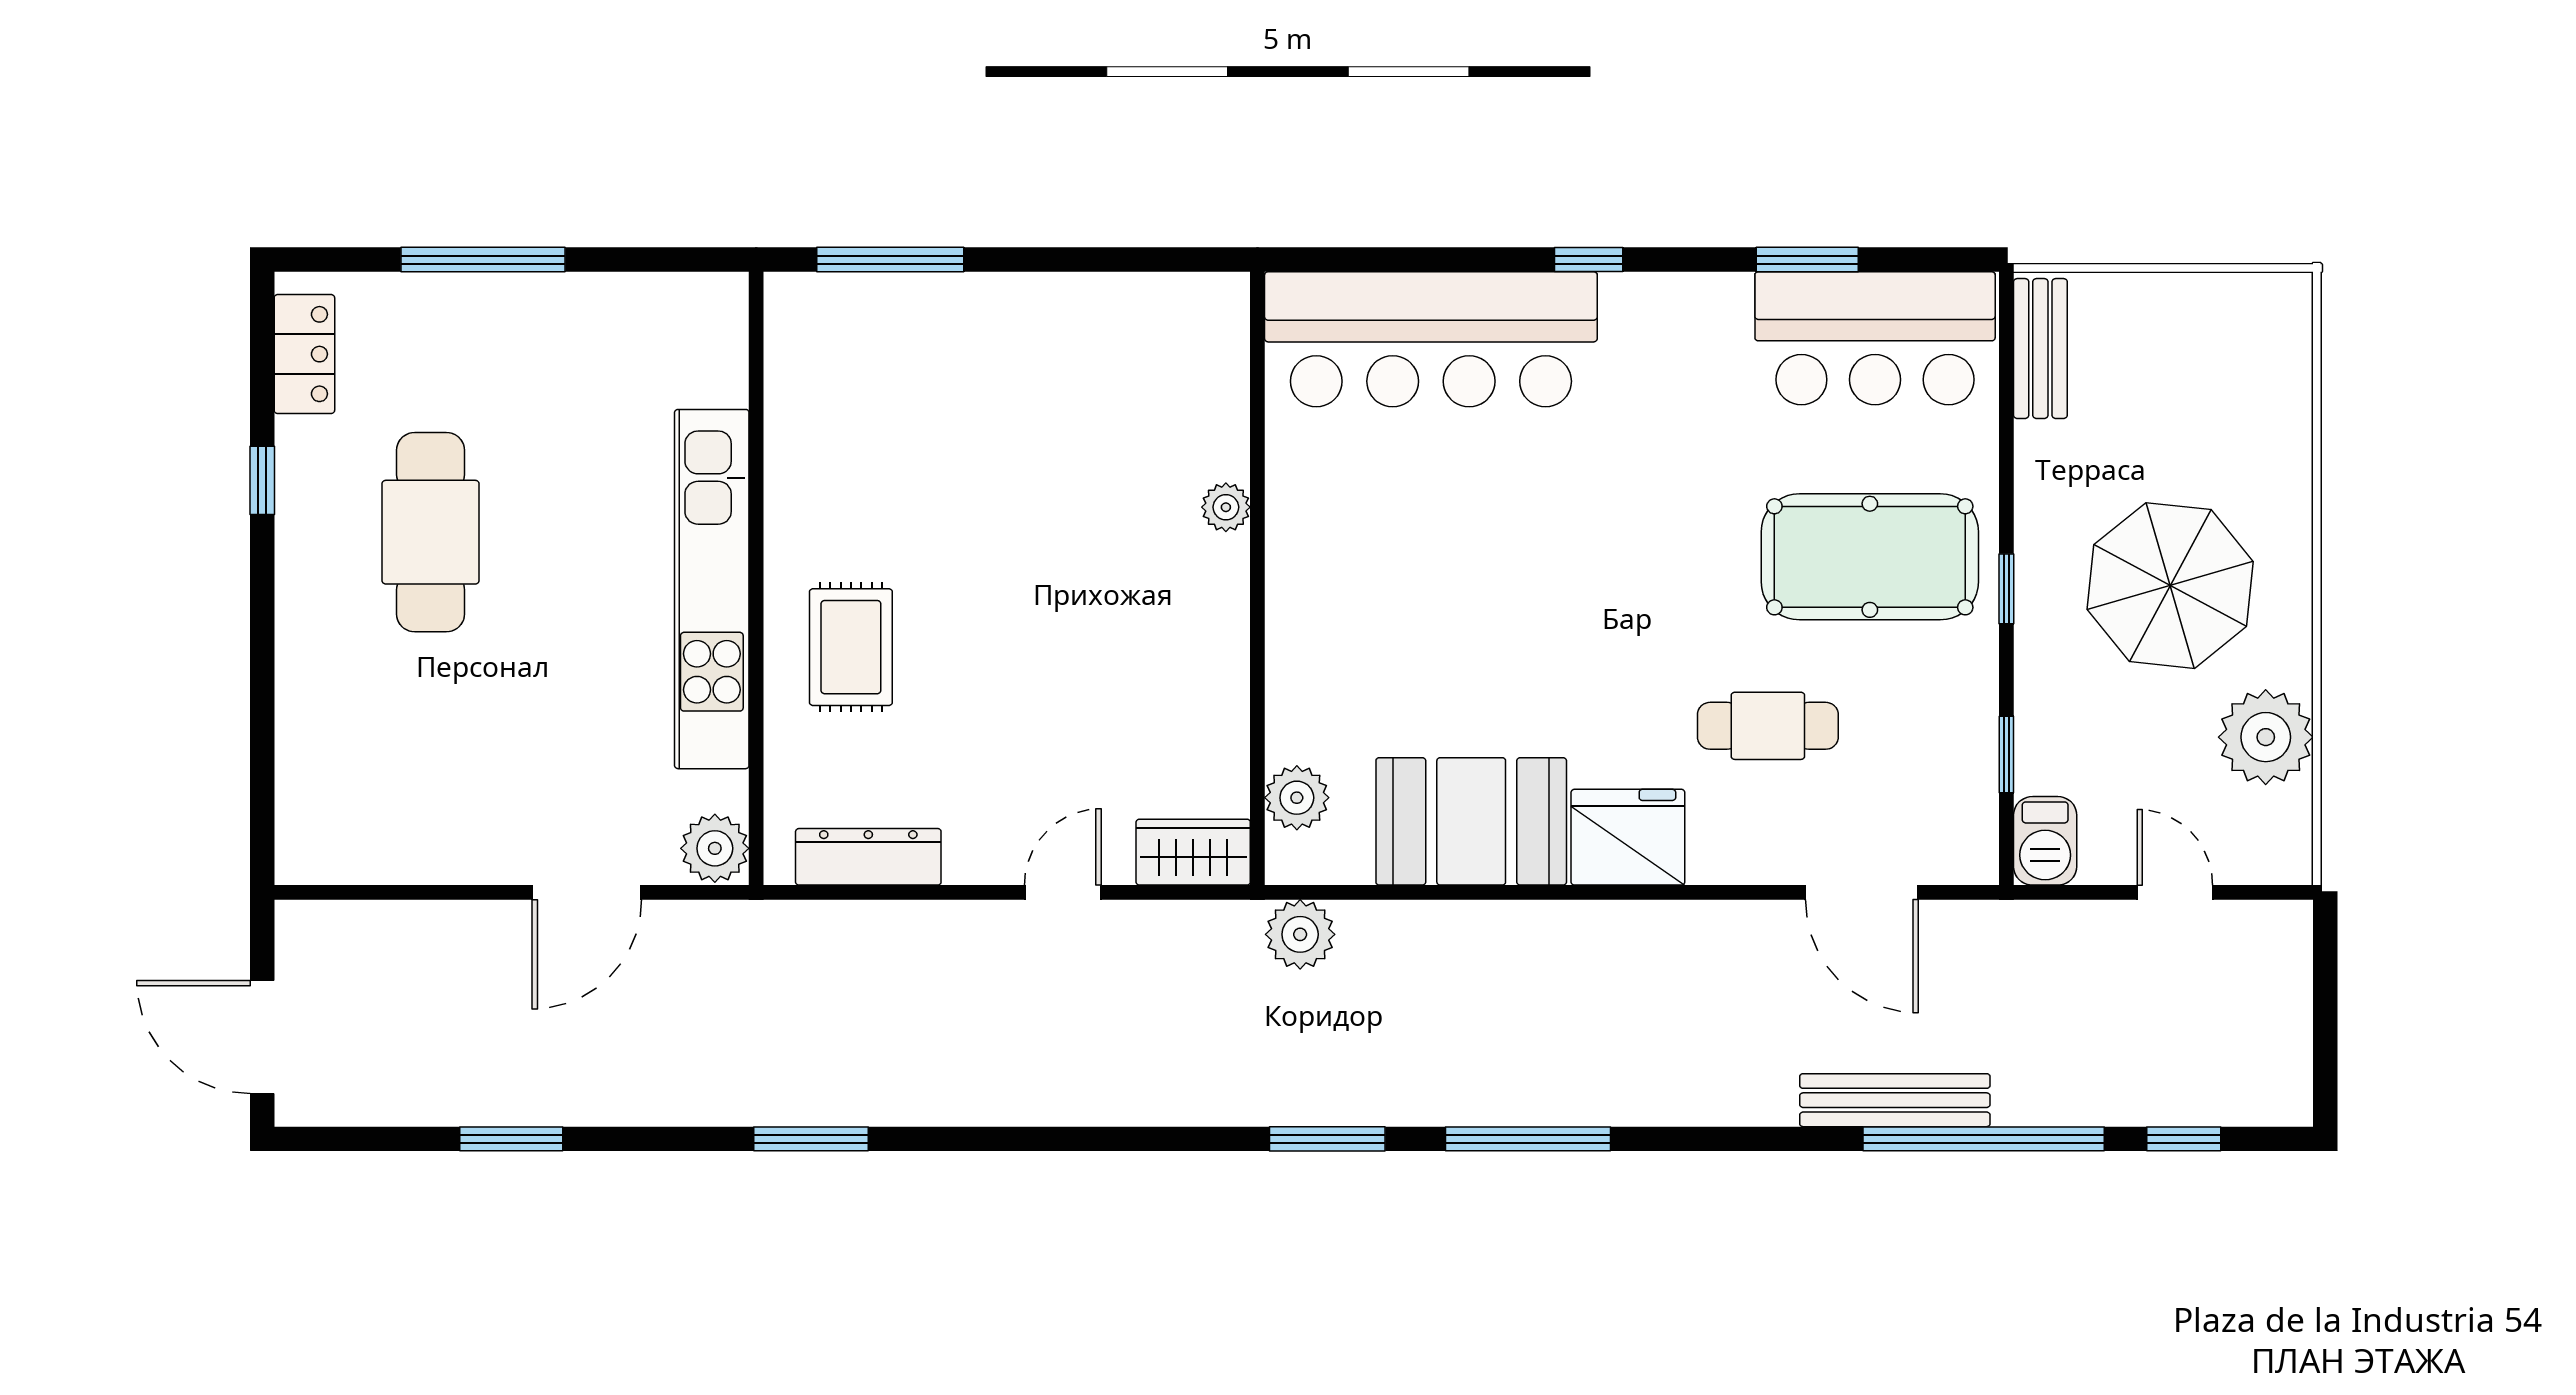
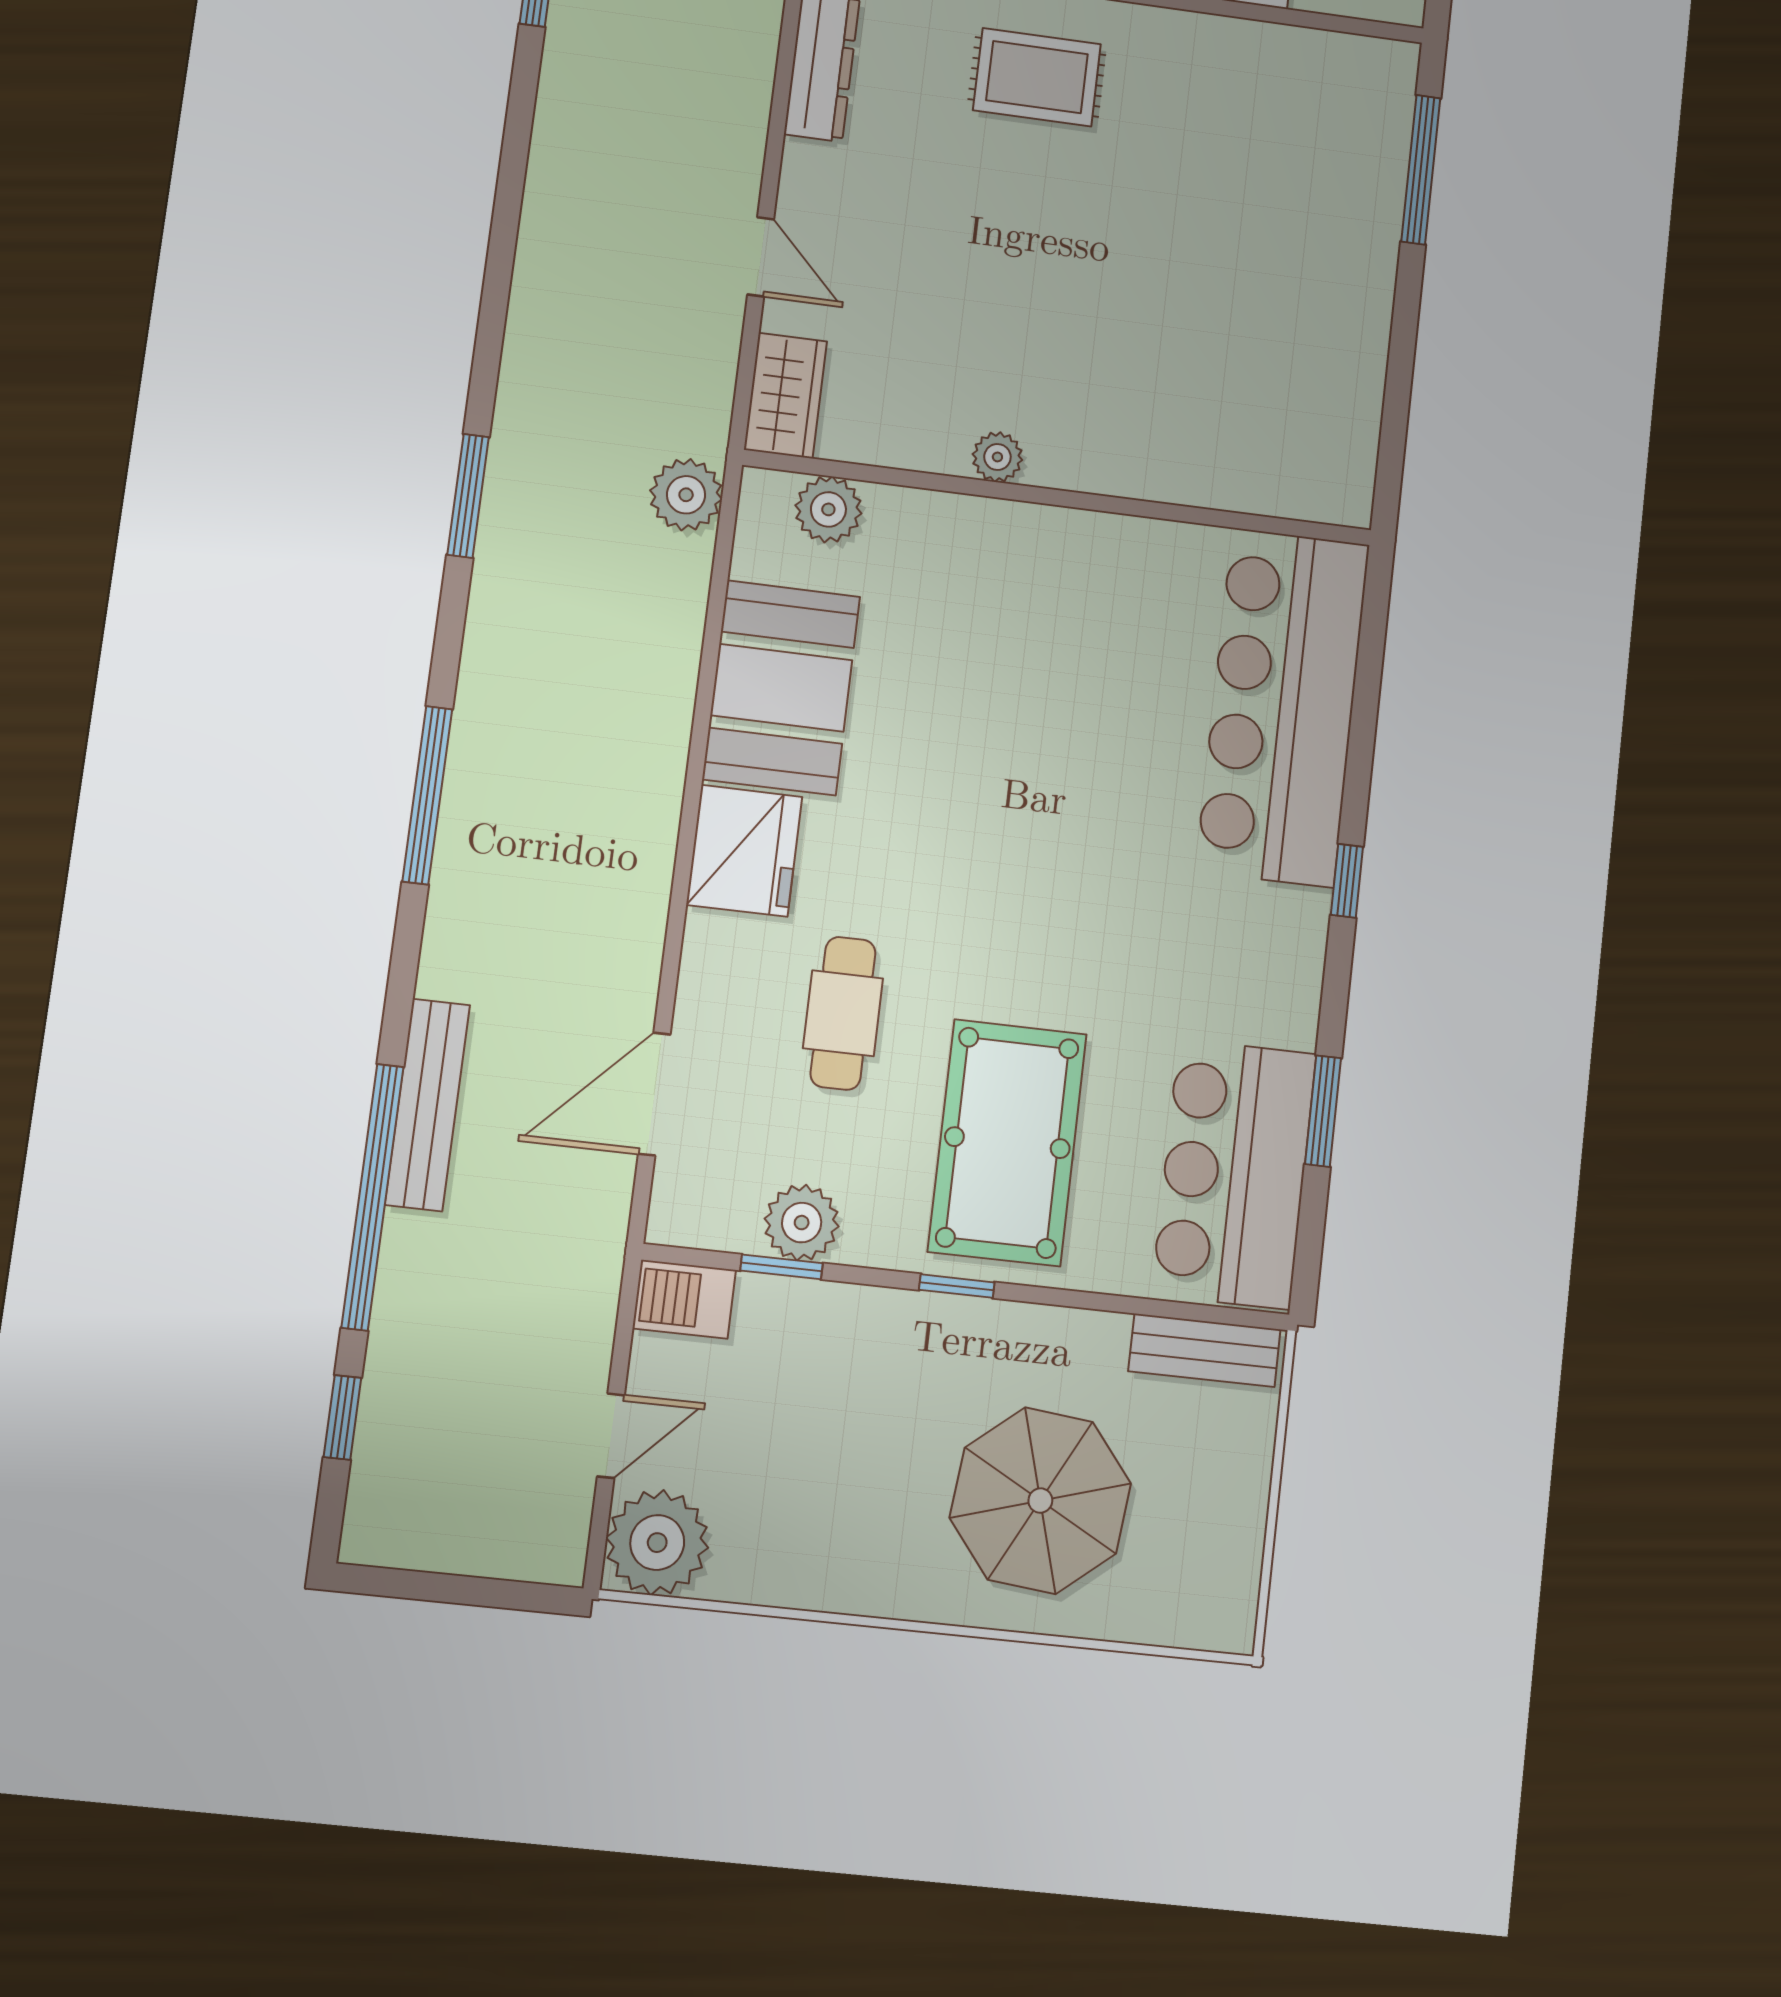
plant: (1226, 507) -> (997, 457), moved
parasol: (2170, 586) -> (1040, 1501), moved
plant: (2266, 737) -> (657, 1543), moved
plant: (1964, 741) -> (802, 1223), added
window: (1528, 1139) -> (427, 795), moved

